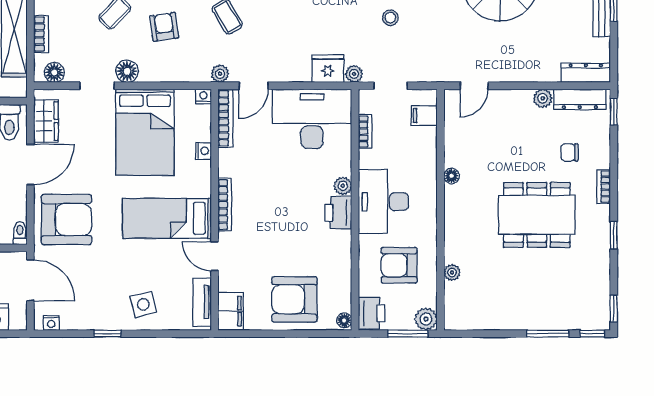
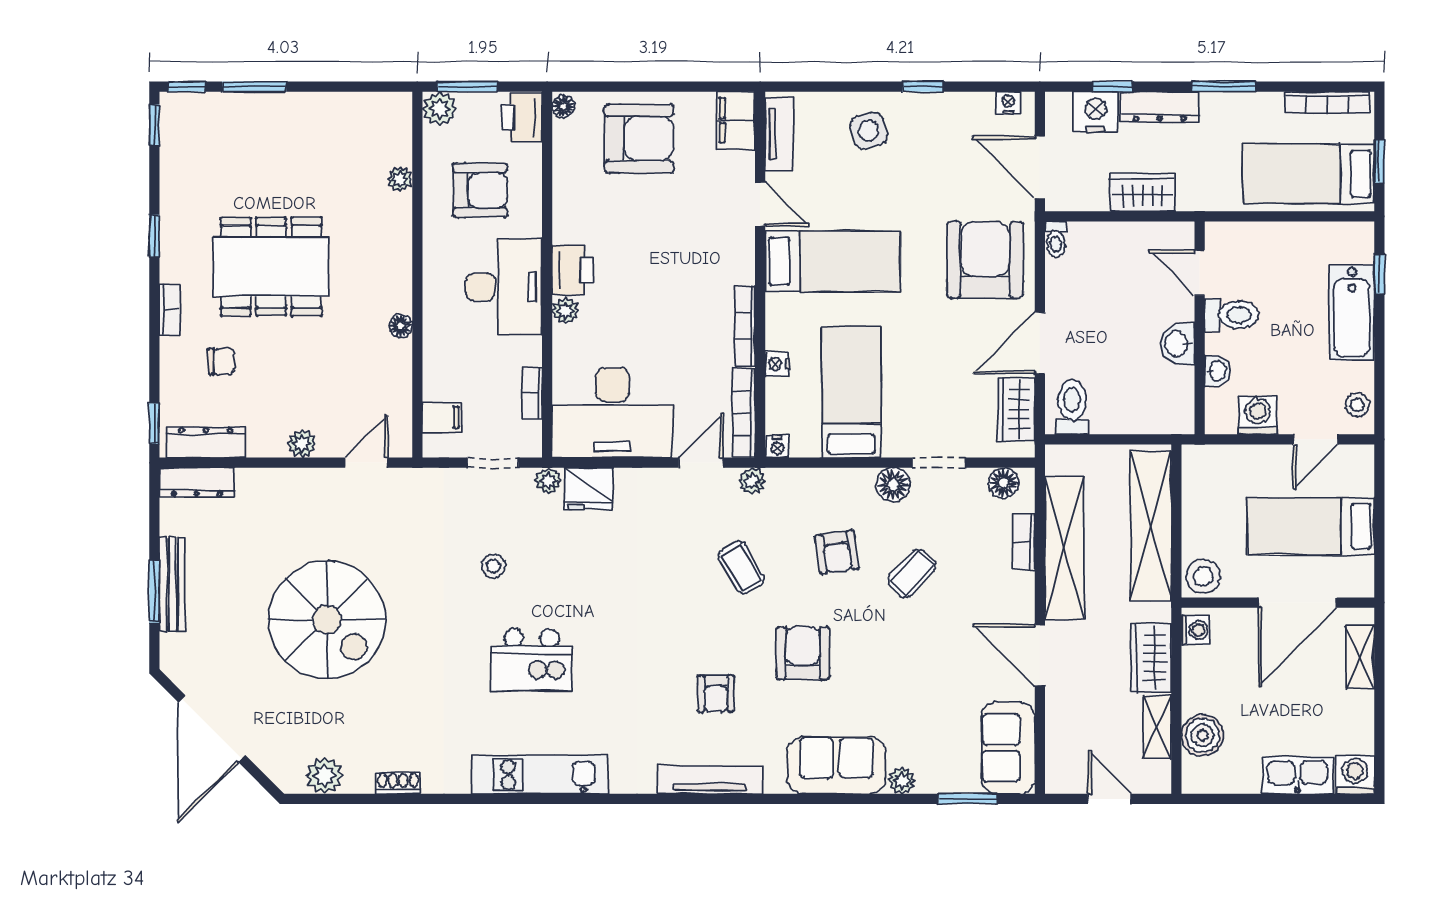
plant: (543, 98) -> (302, 444), moved
bed: (145, 132) -> (851, 392), width x0.67
bookcase: (225, 205) -> (745, 326), moved
armchair: (66, 220) -> (985, 260), turned 90

